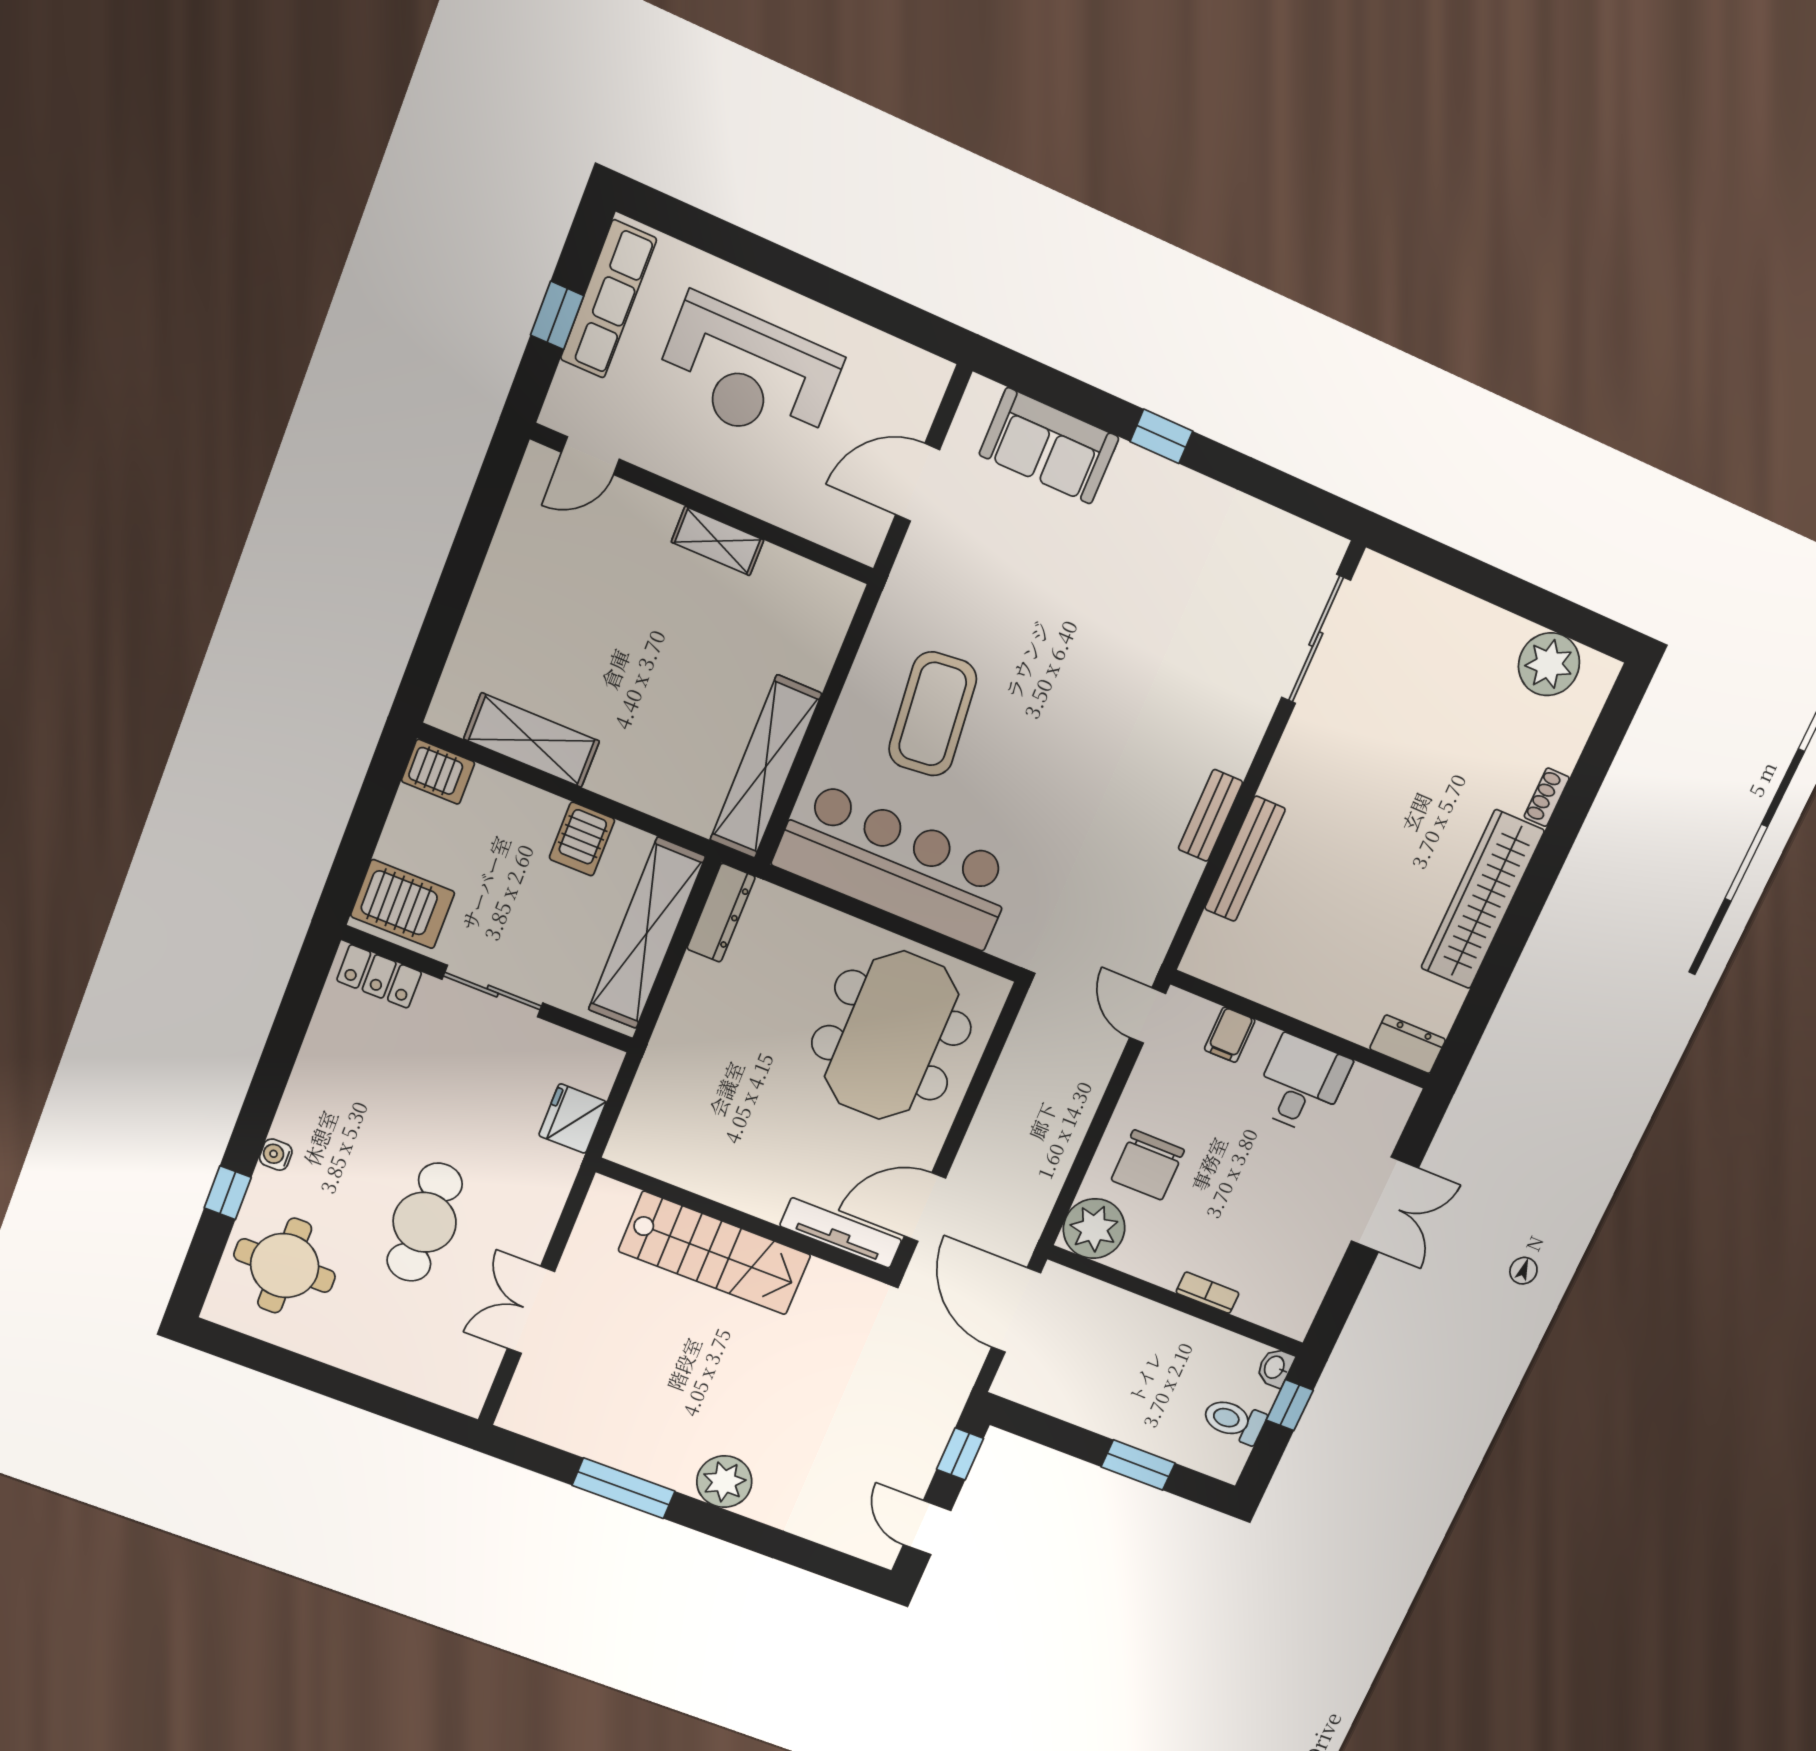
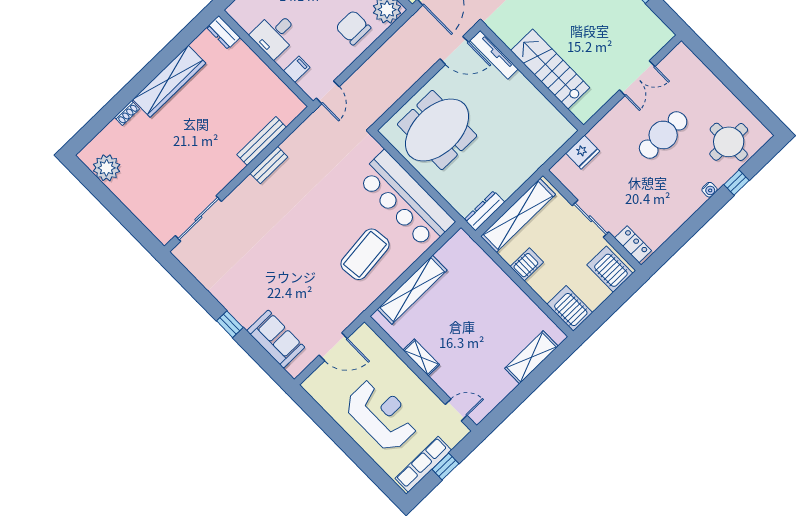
shelving: (532, 740) -> (531, 357), moved, turned 90
shelving: (766, 767) -> (412, 290), moved
server rack: (438, 772) -> (570, 308), width x1.36, depth x1.44
chair: (1148, 1165) -> (353, 28), turned -90

